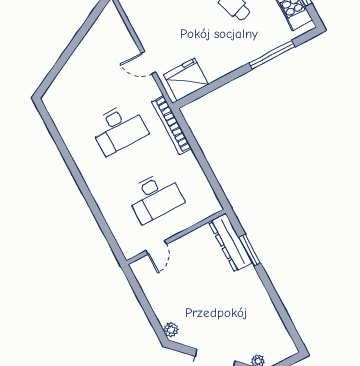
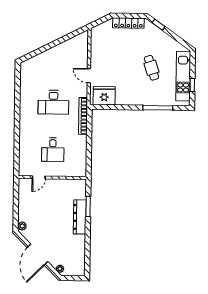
desk: (155, 197) -> (53, 150), width x0.73
dresser: (230, 243) -> (80, 217), moved

